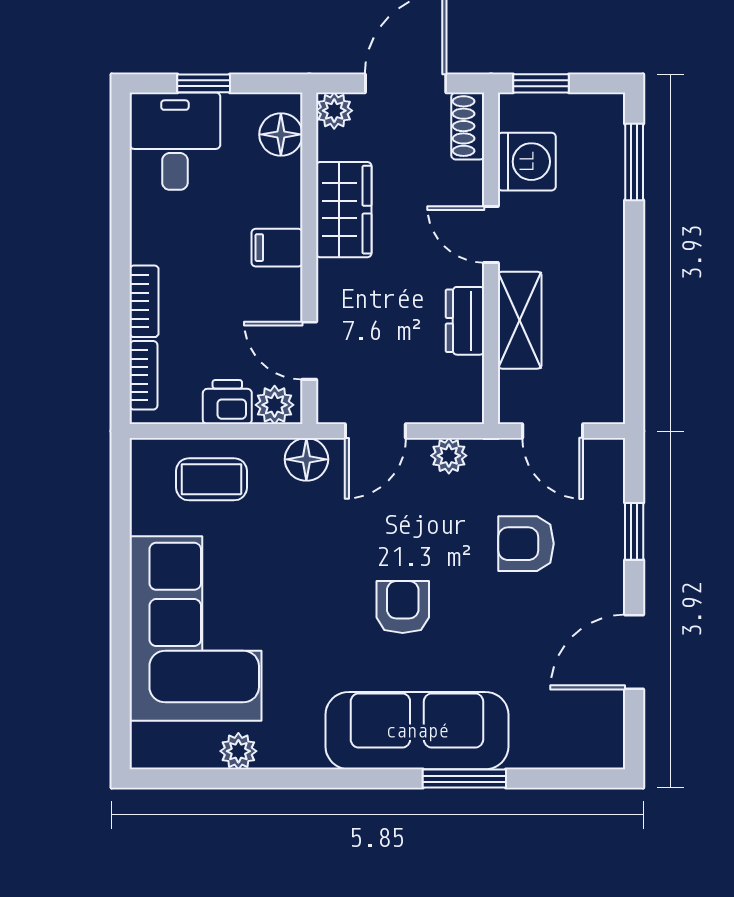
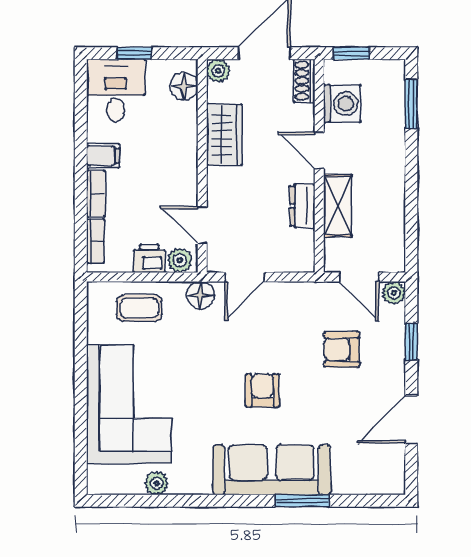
filing cabinet: (277, 248) -> (103, 156), moved, turned 180
plant: (449, 456) -> (394, 293), moved

